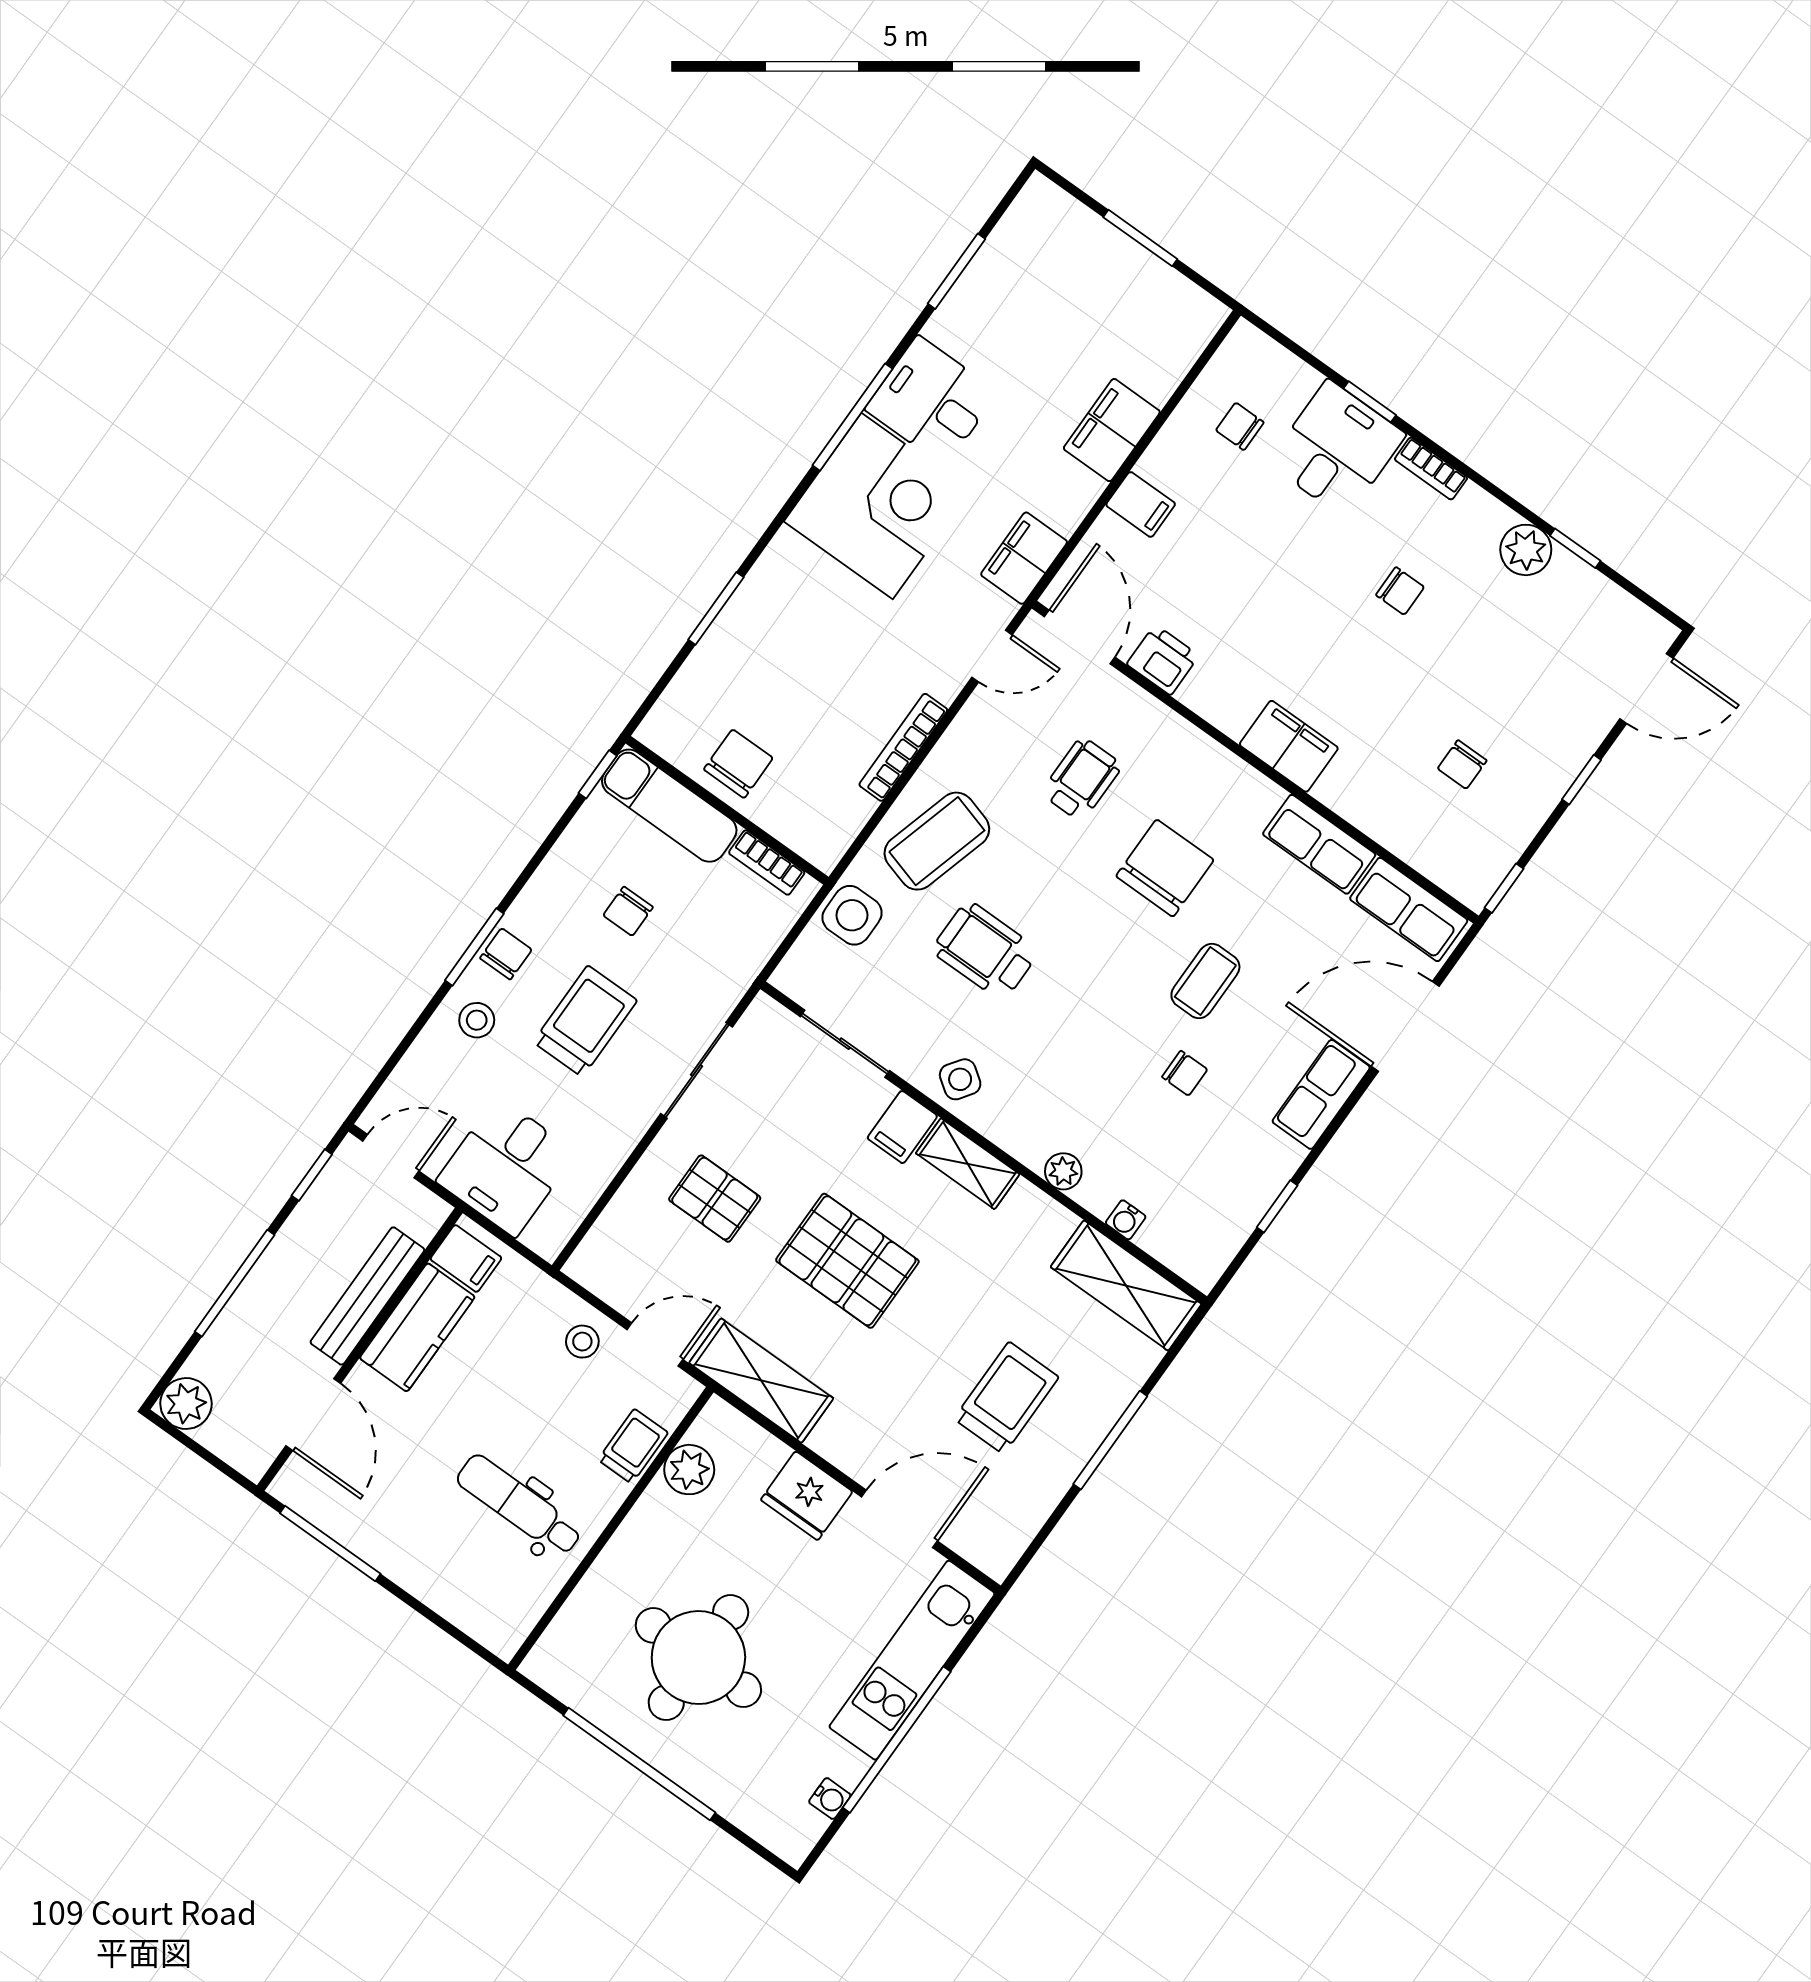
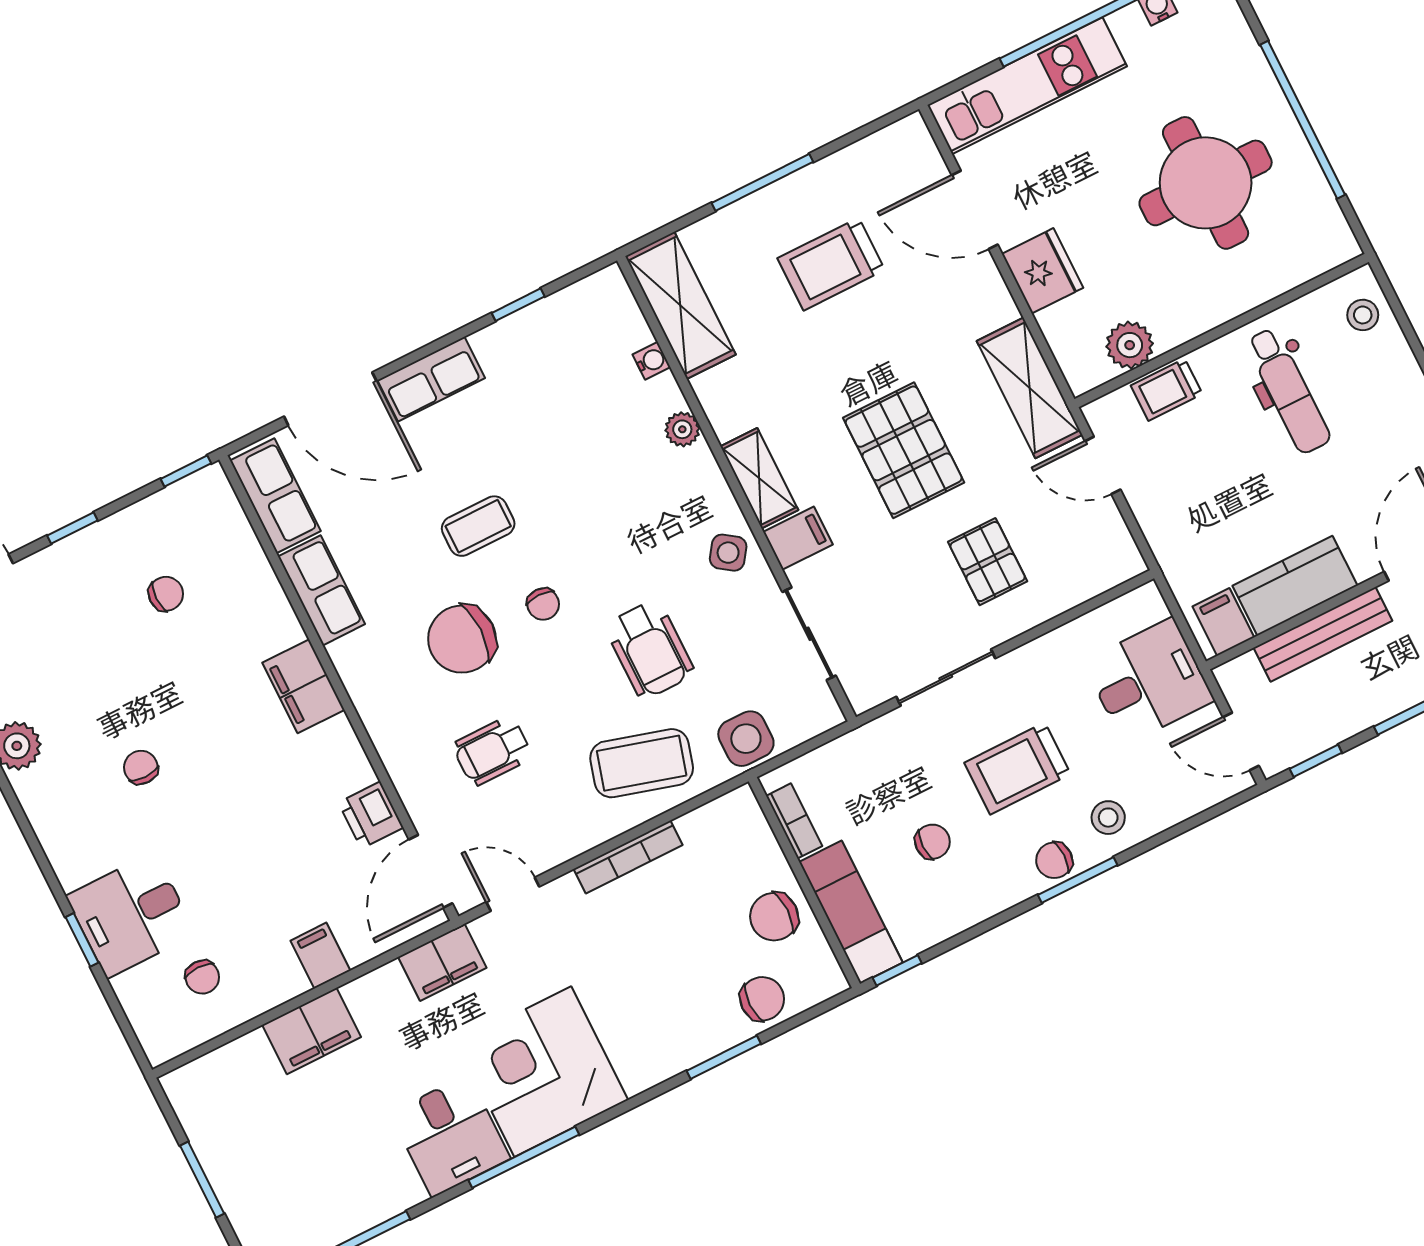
bookcase: (1431, 469) -> (60, 856), removed
chair: (709, 682) -> (762, 999), added
chair: (1185, 1073) -> (543, 604), moved, turned 180
stool: (582, 1342) -> (1363, 315), moved

